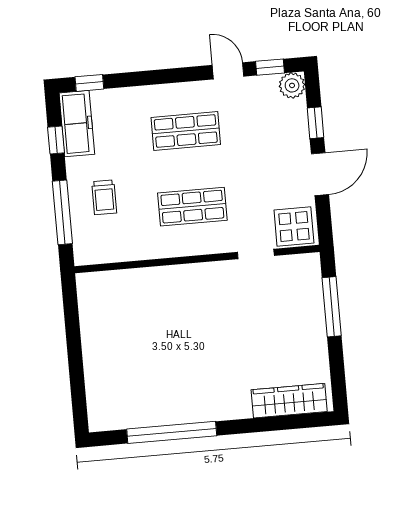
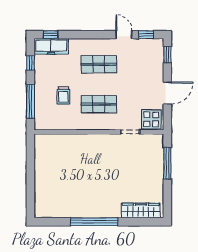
plant: (292, 85) -> (157, 45), removed
window: (316, 123) -> (167, 55), moved
freezer: (77, 124) -> (51, 46), moved, turned 90
trolley: (104, 197) -> (63, 96), moved
window: (172, 432) -> (94, 222), moved

